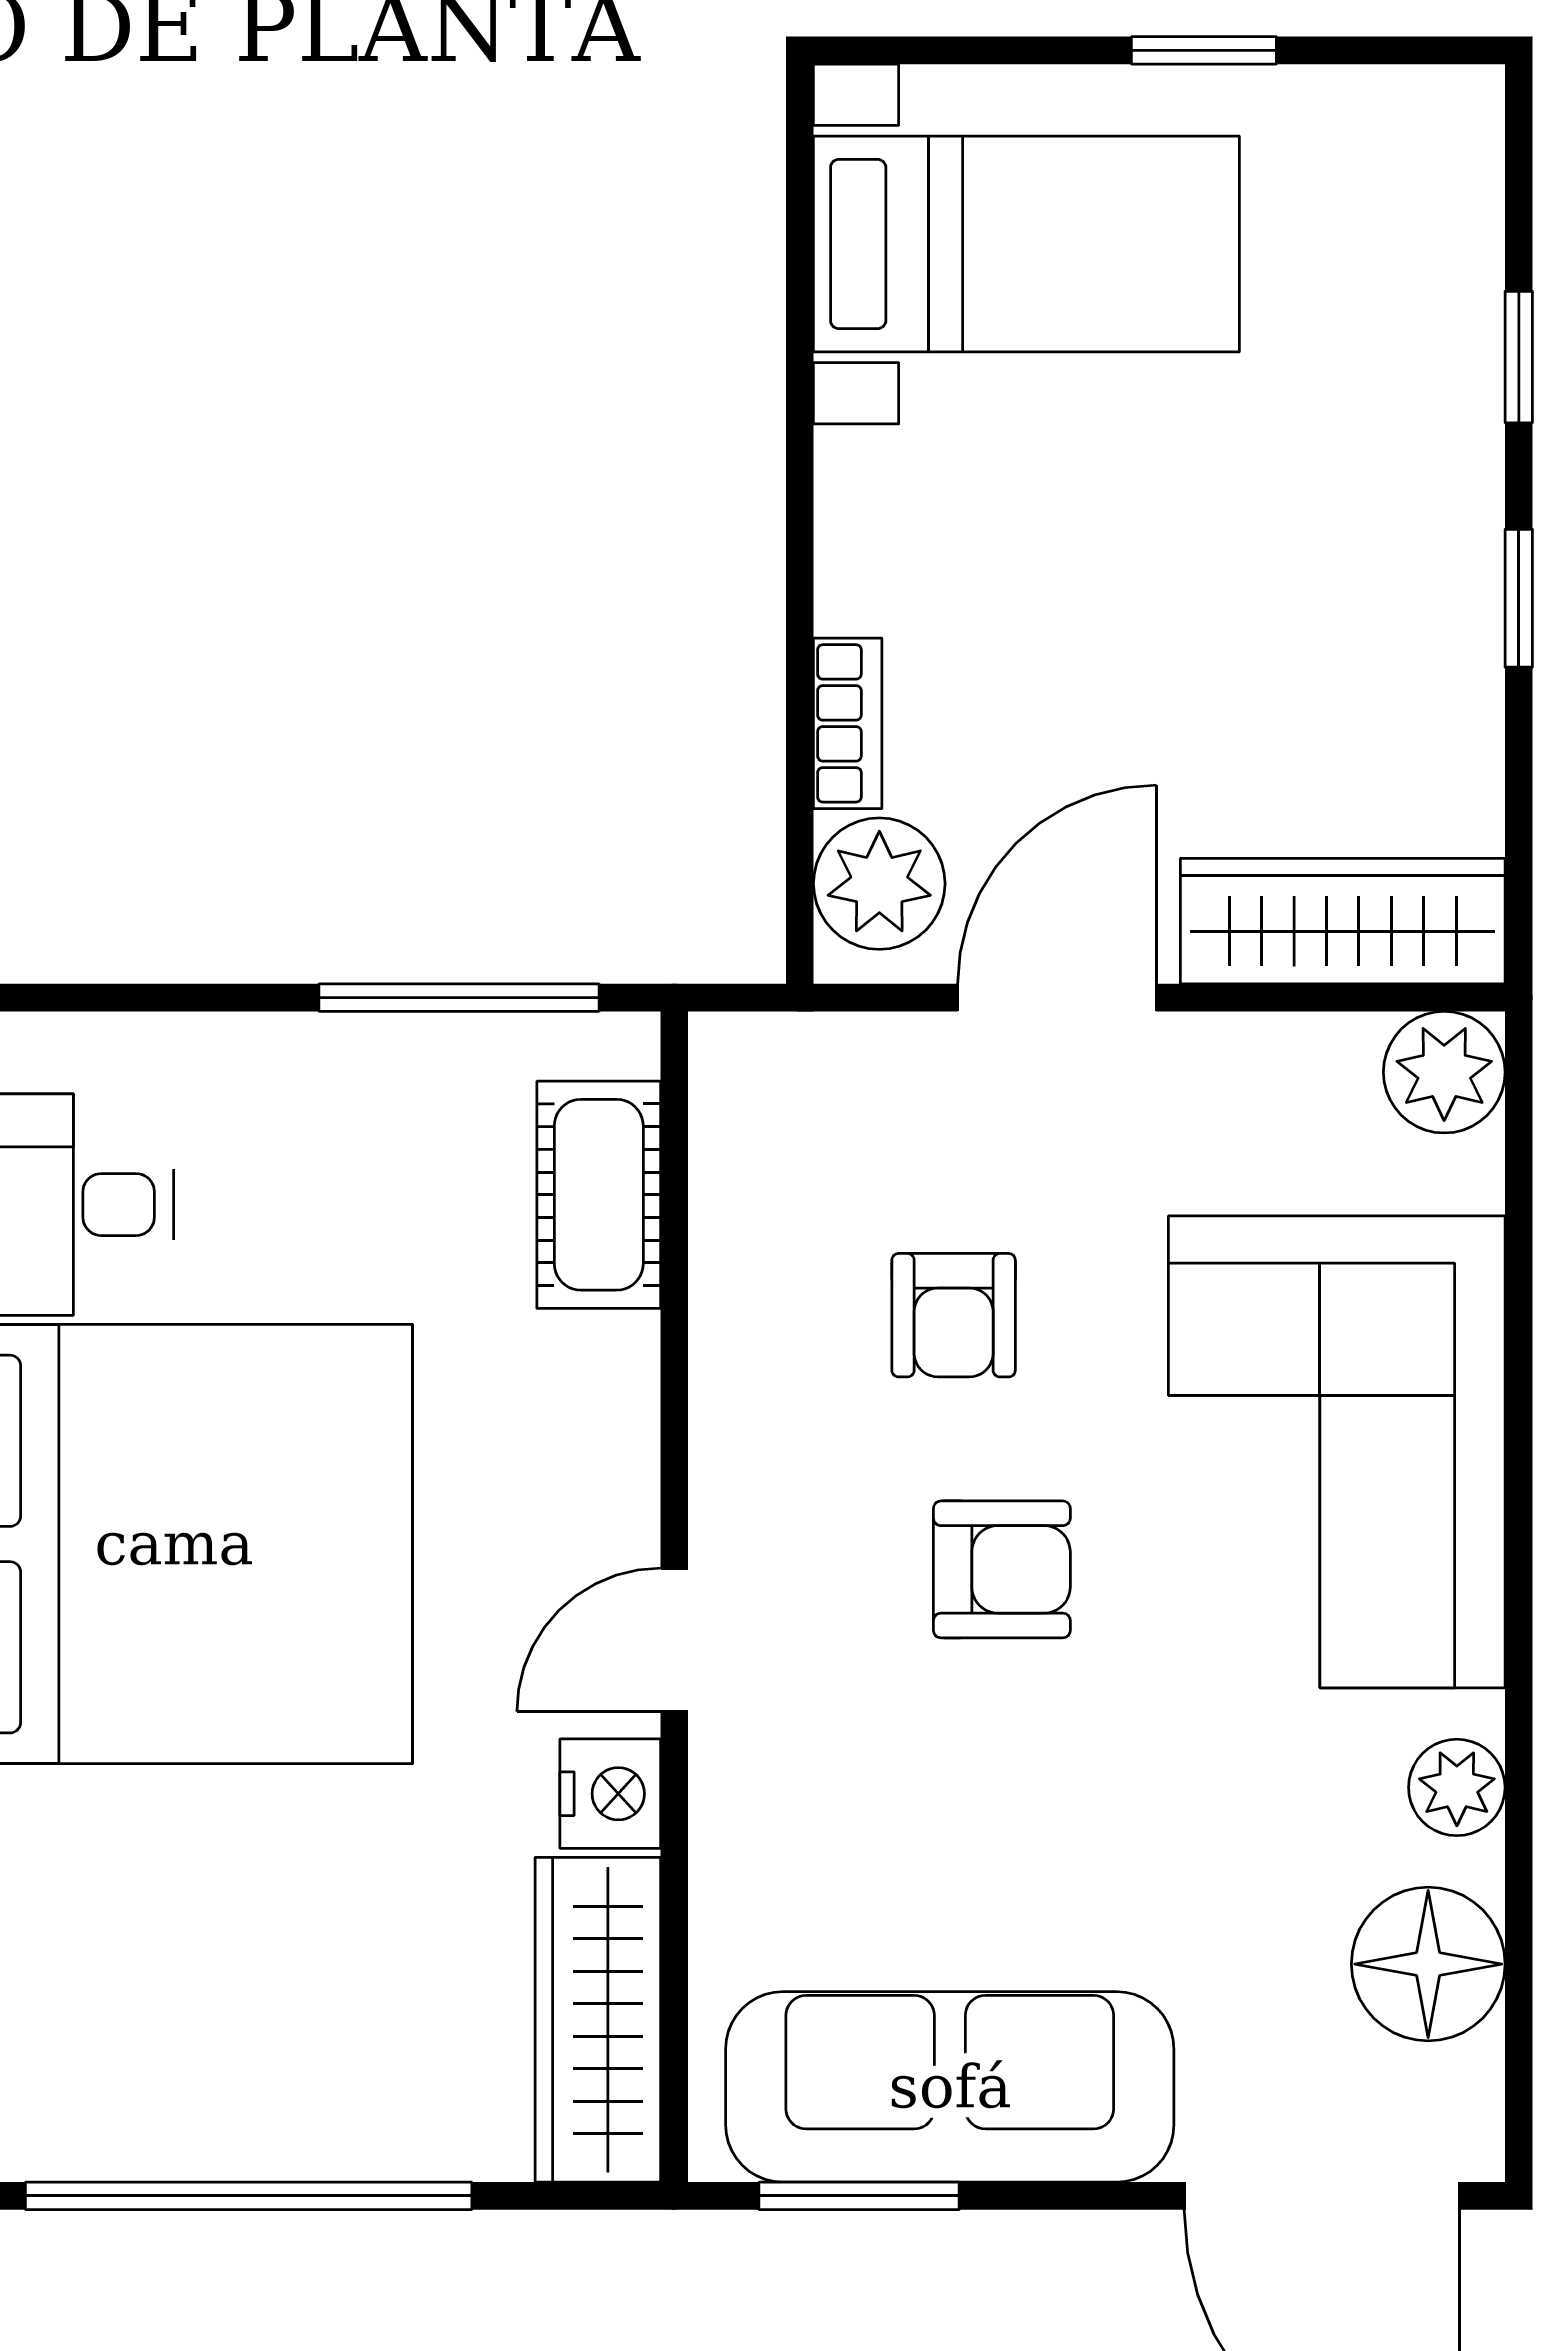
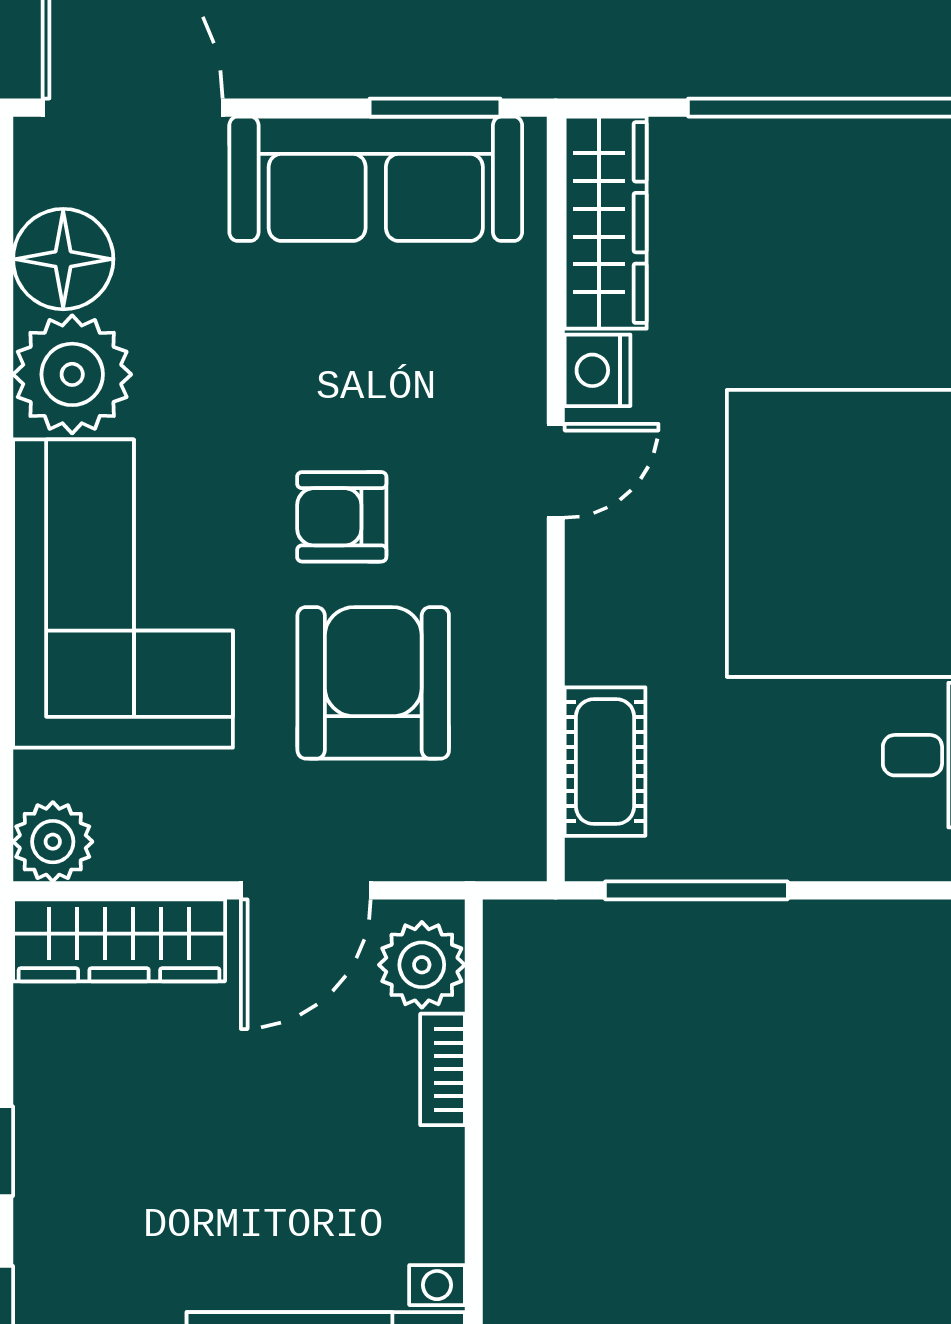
armchair: (954, 1315) -> (373, 683), width x1.88, depth x1.88
plant: (1457, 1787) -> (72, 374), width x1.88, depth x1.88

